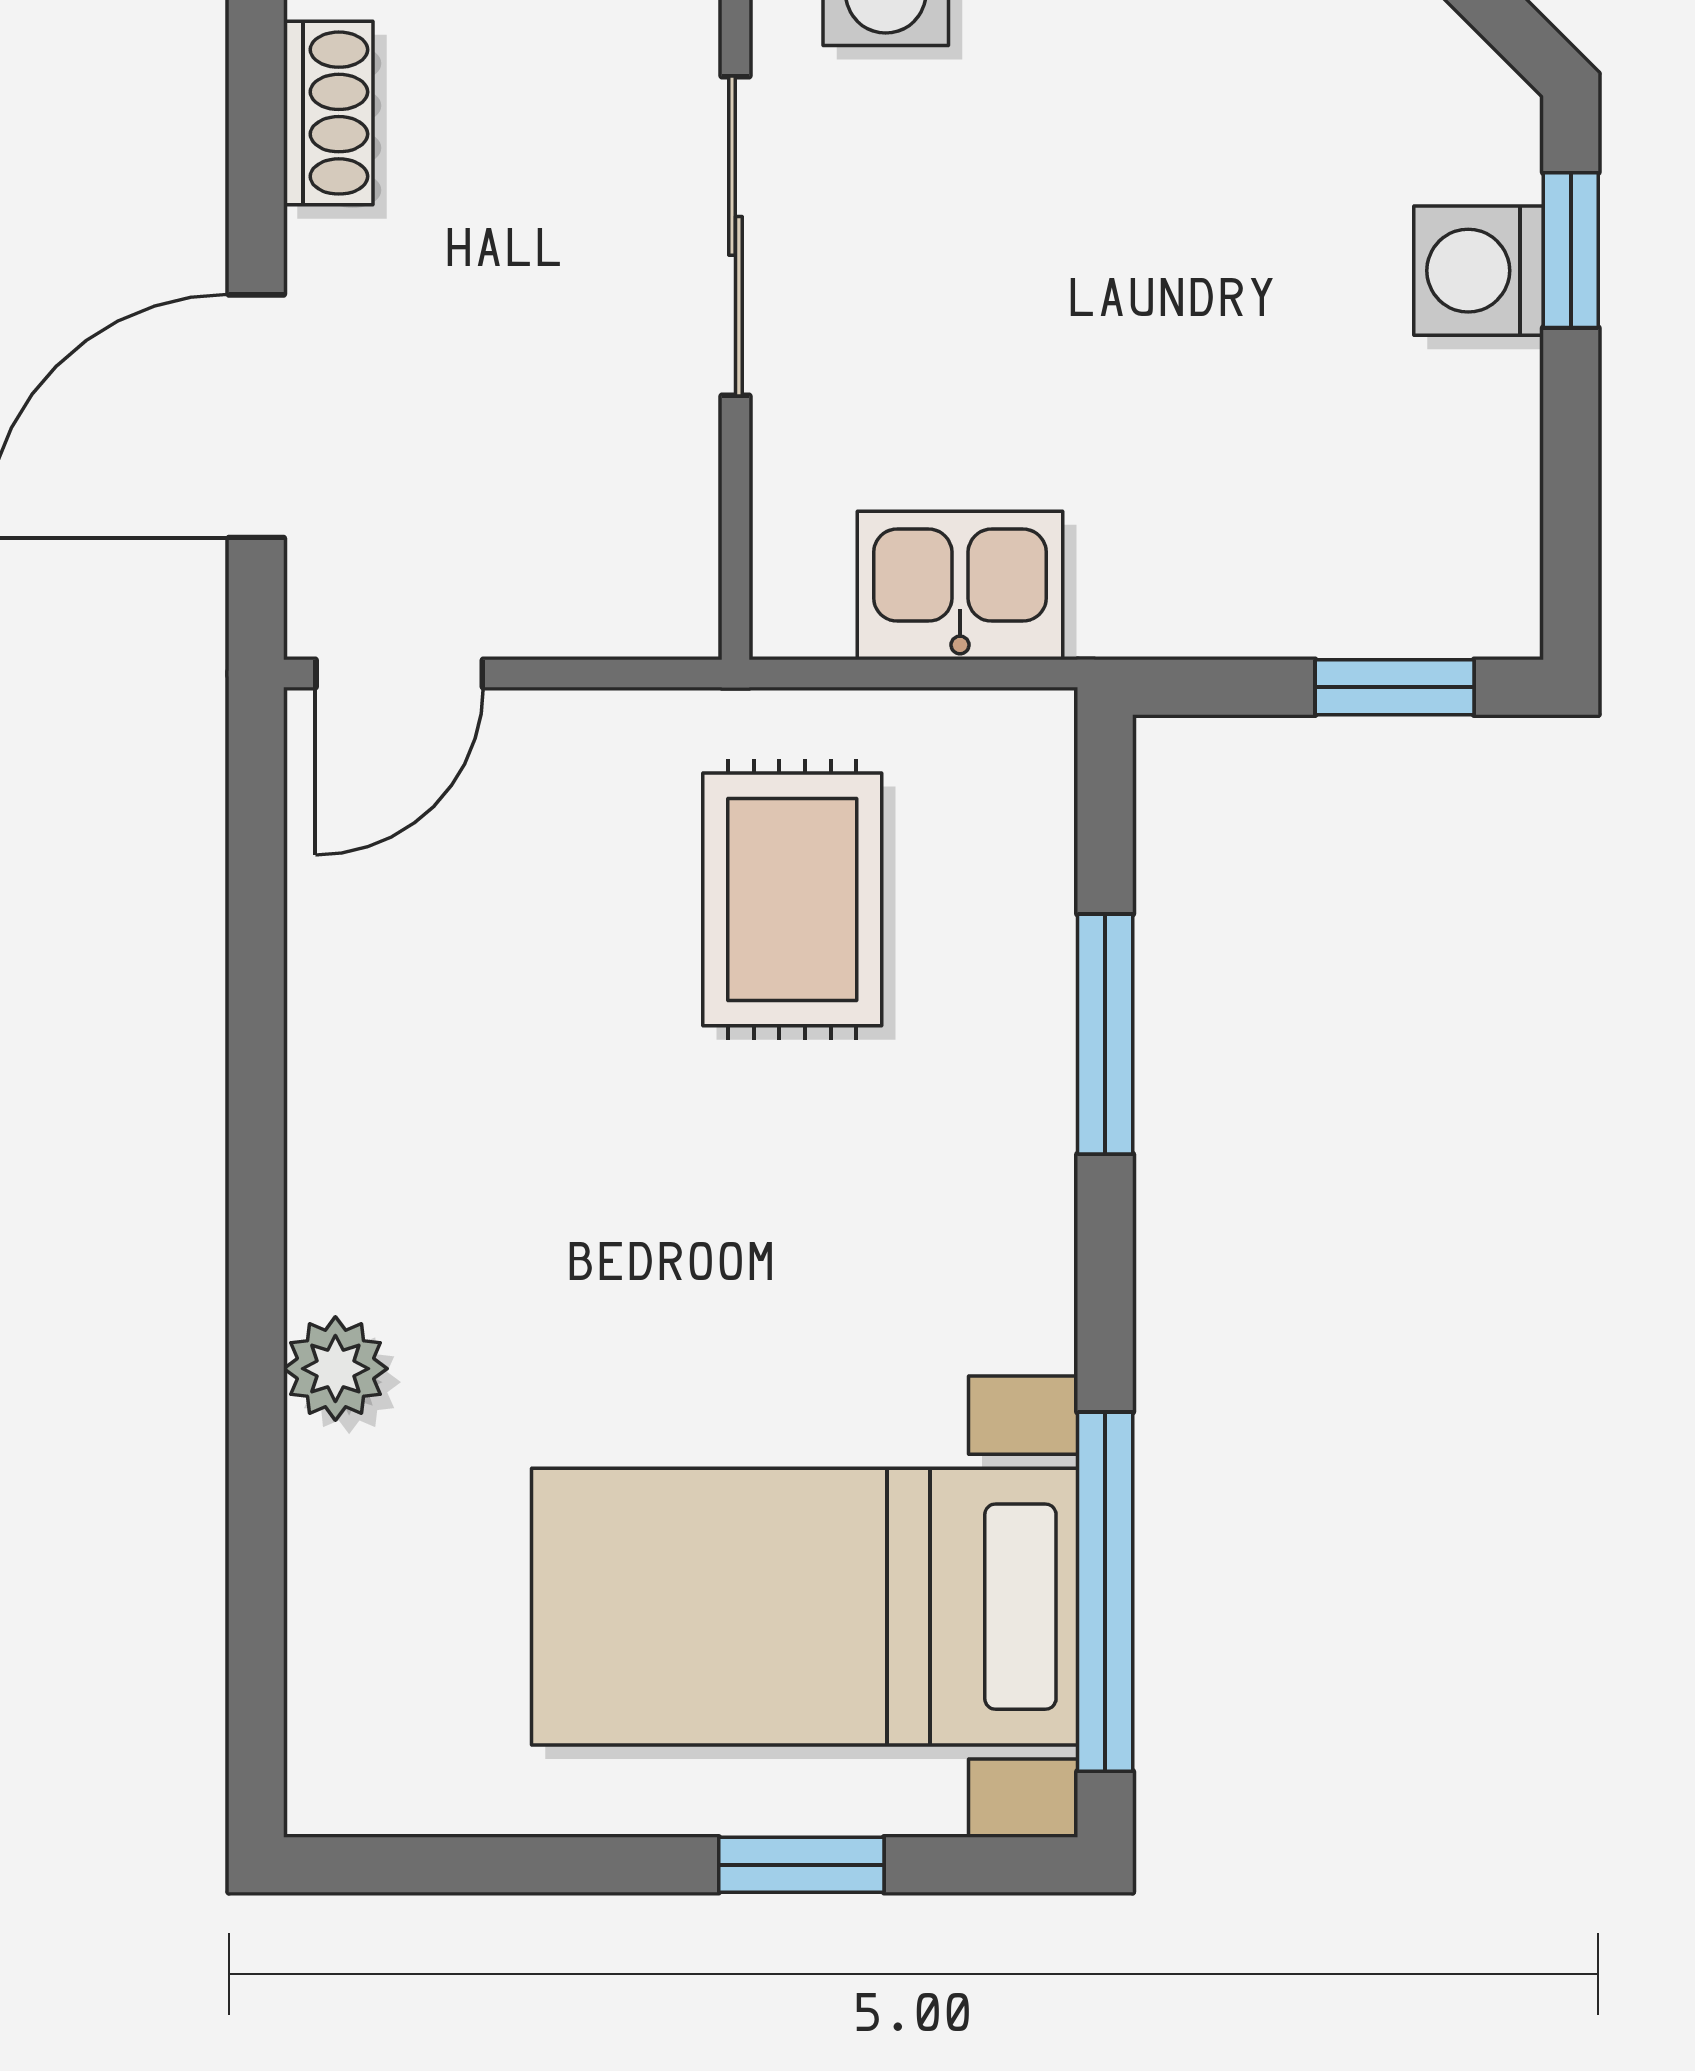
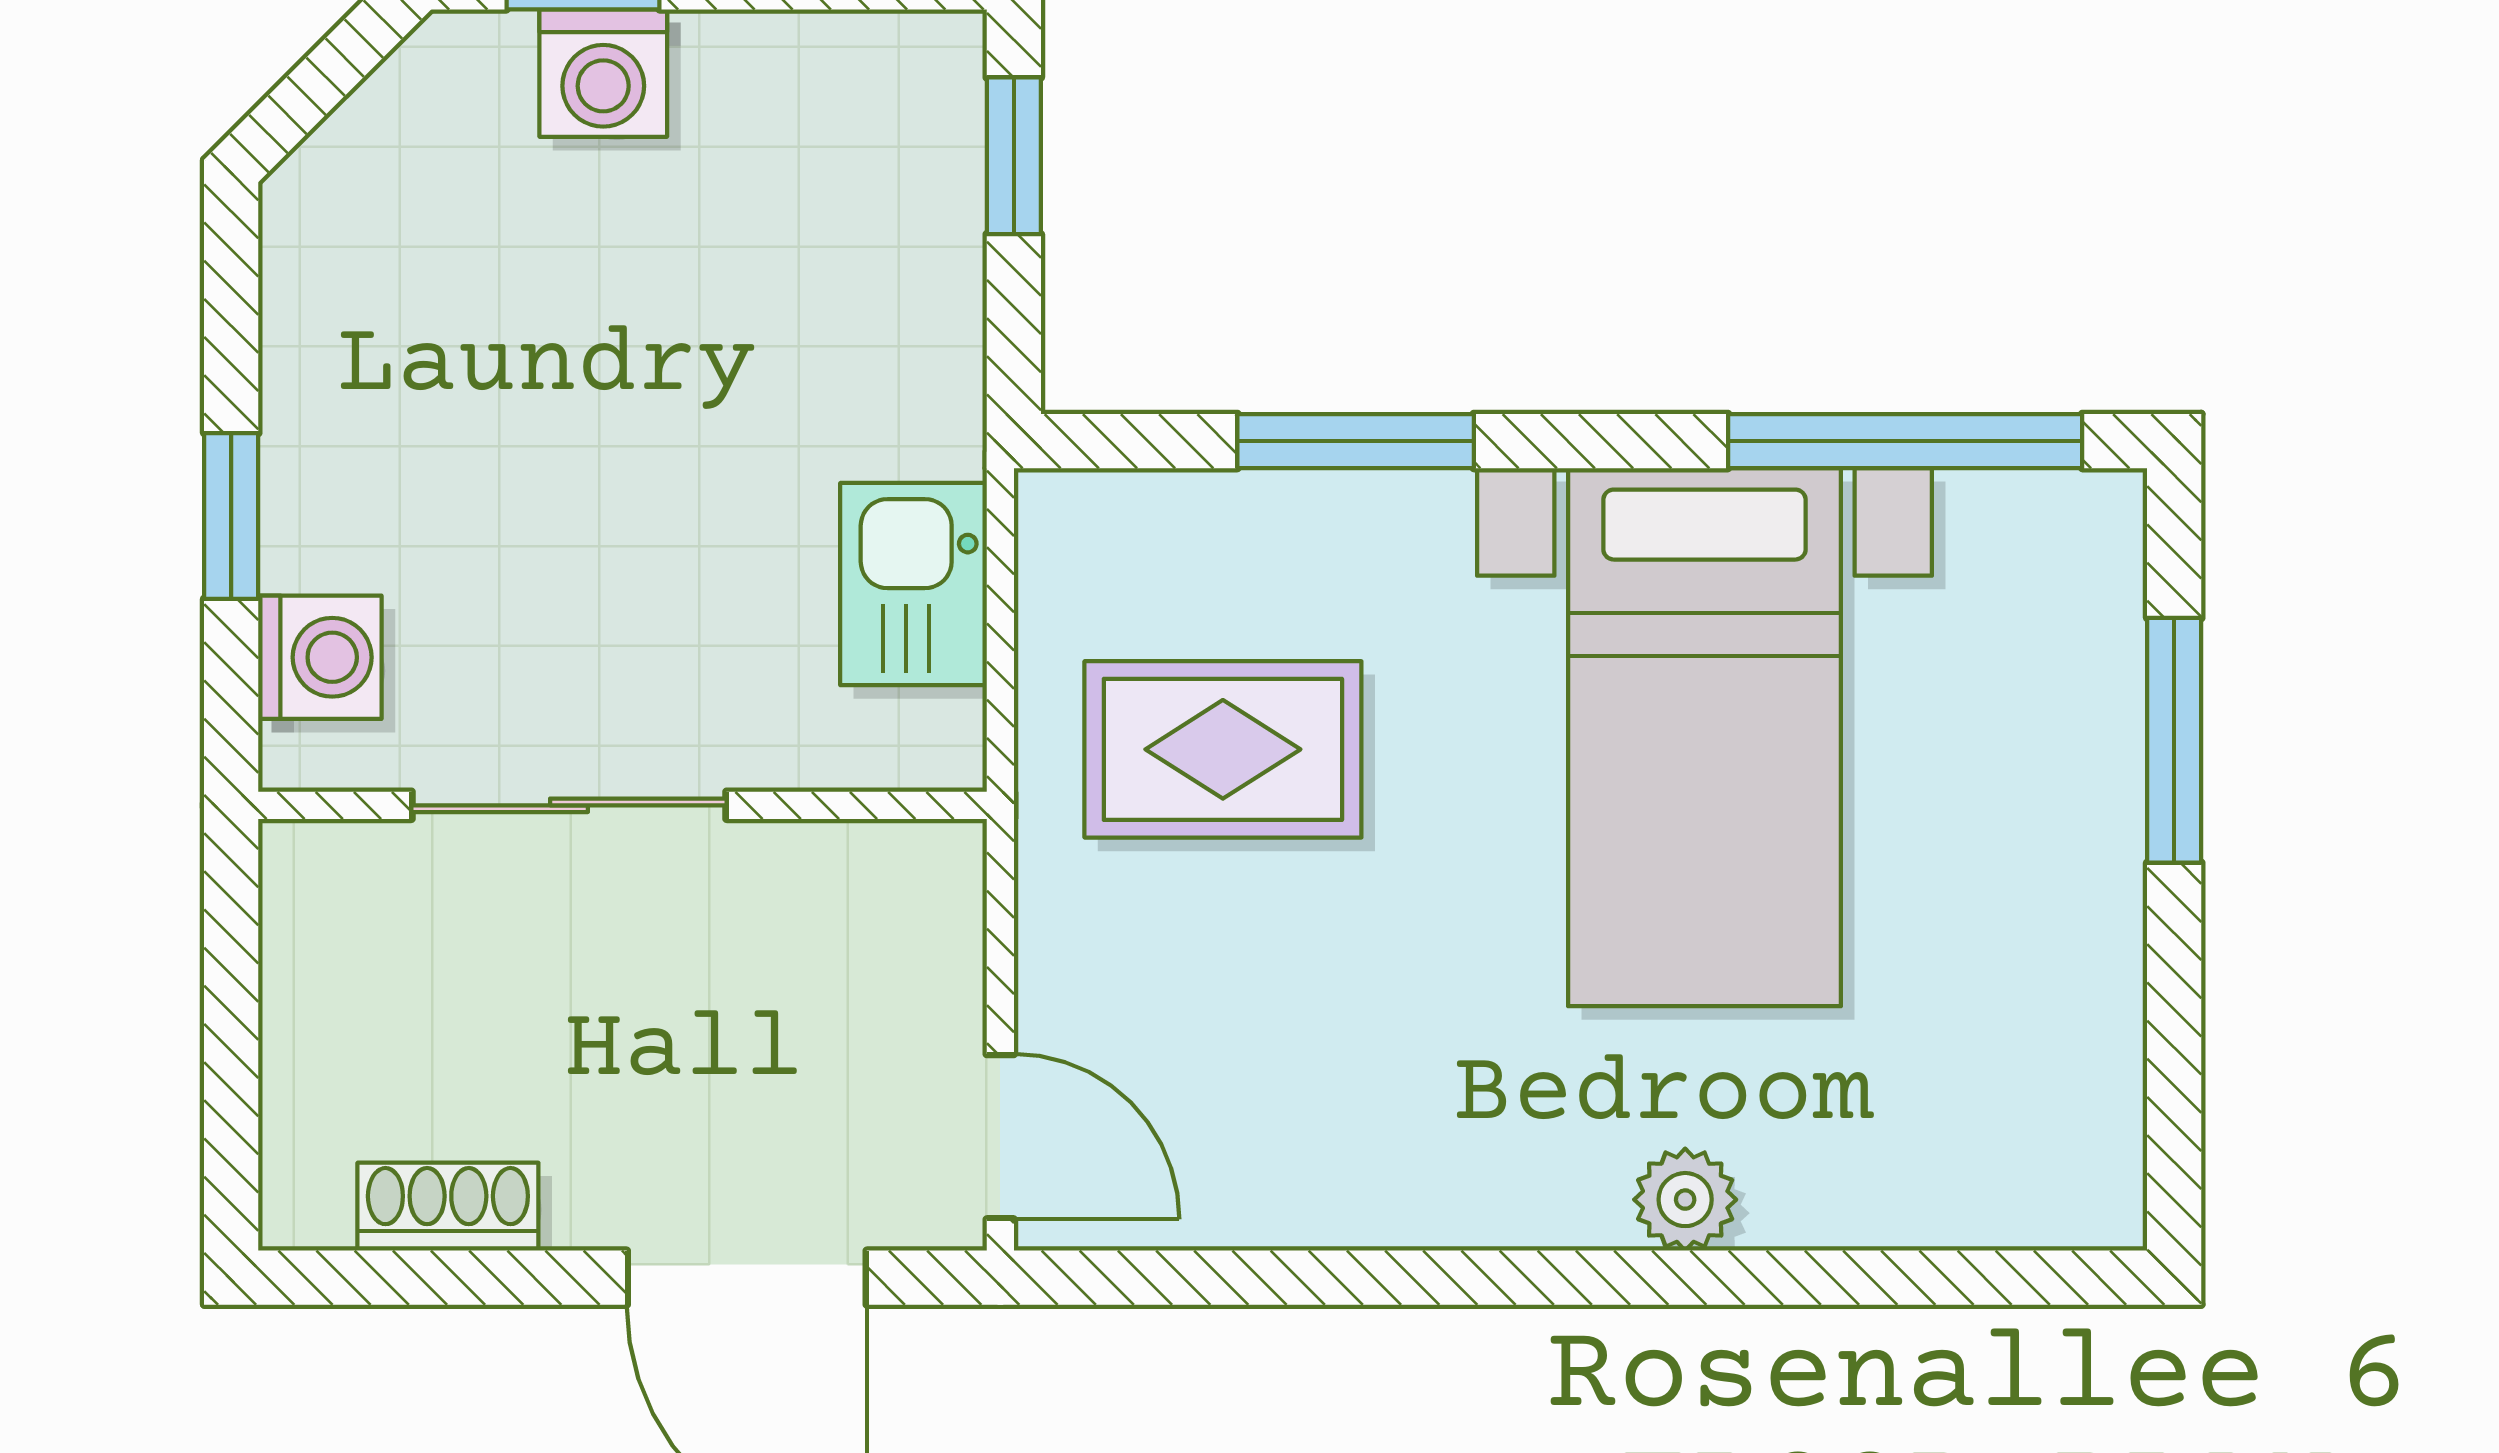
bed with nightstands: (805, 1607) -> (1705, 737), moved
window: (801, 1865) -> (2174, 740), width x1.50

